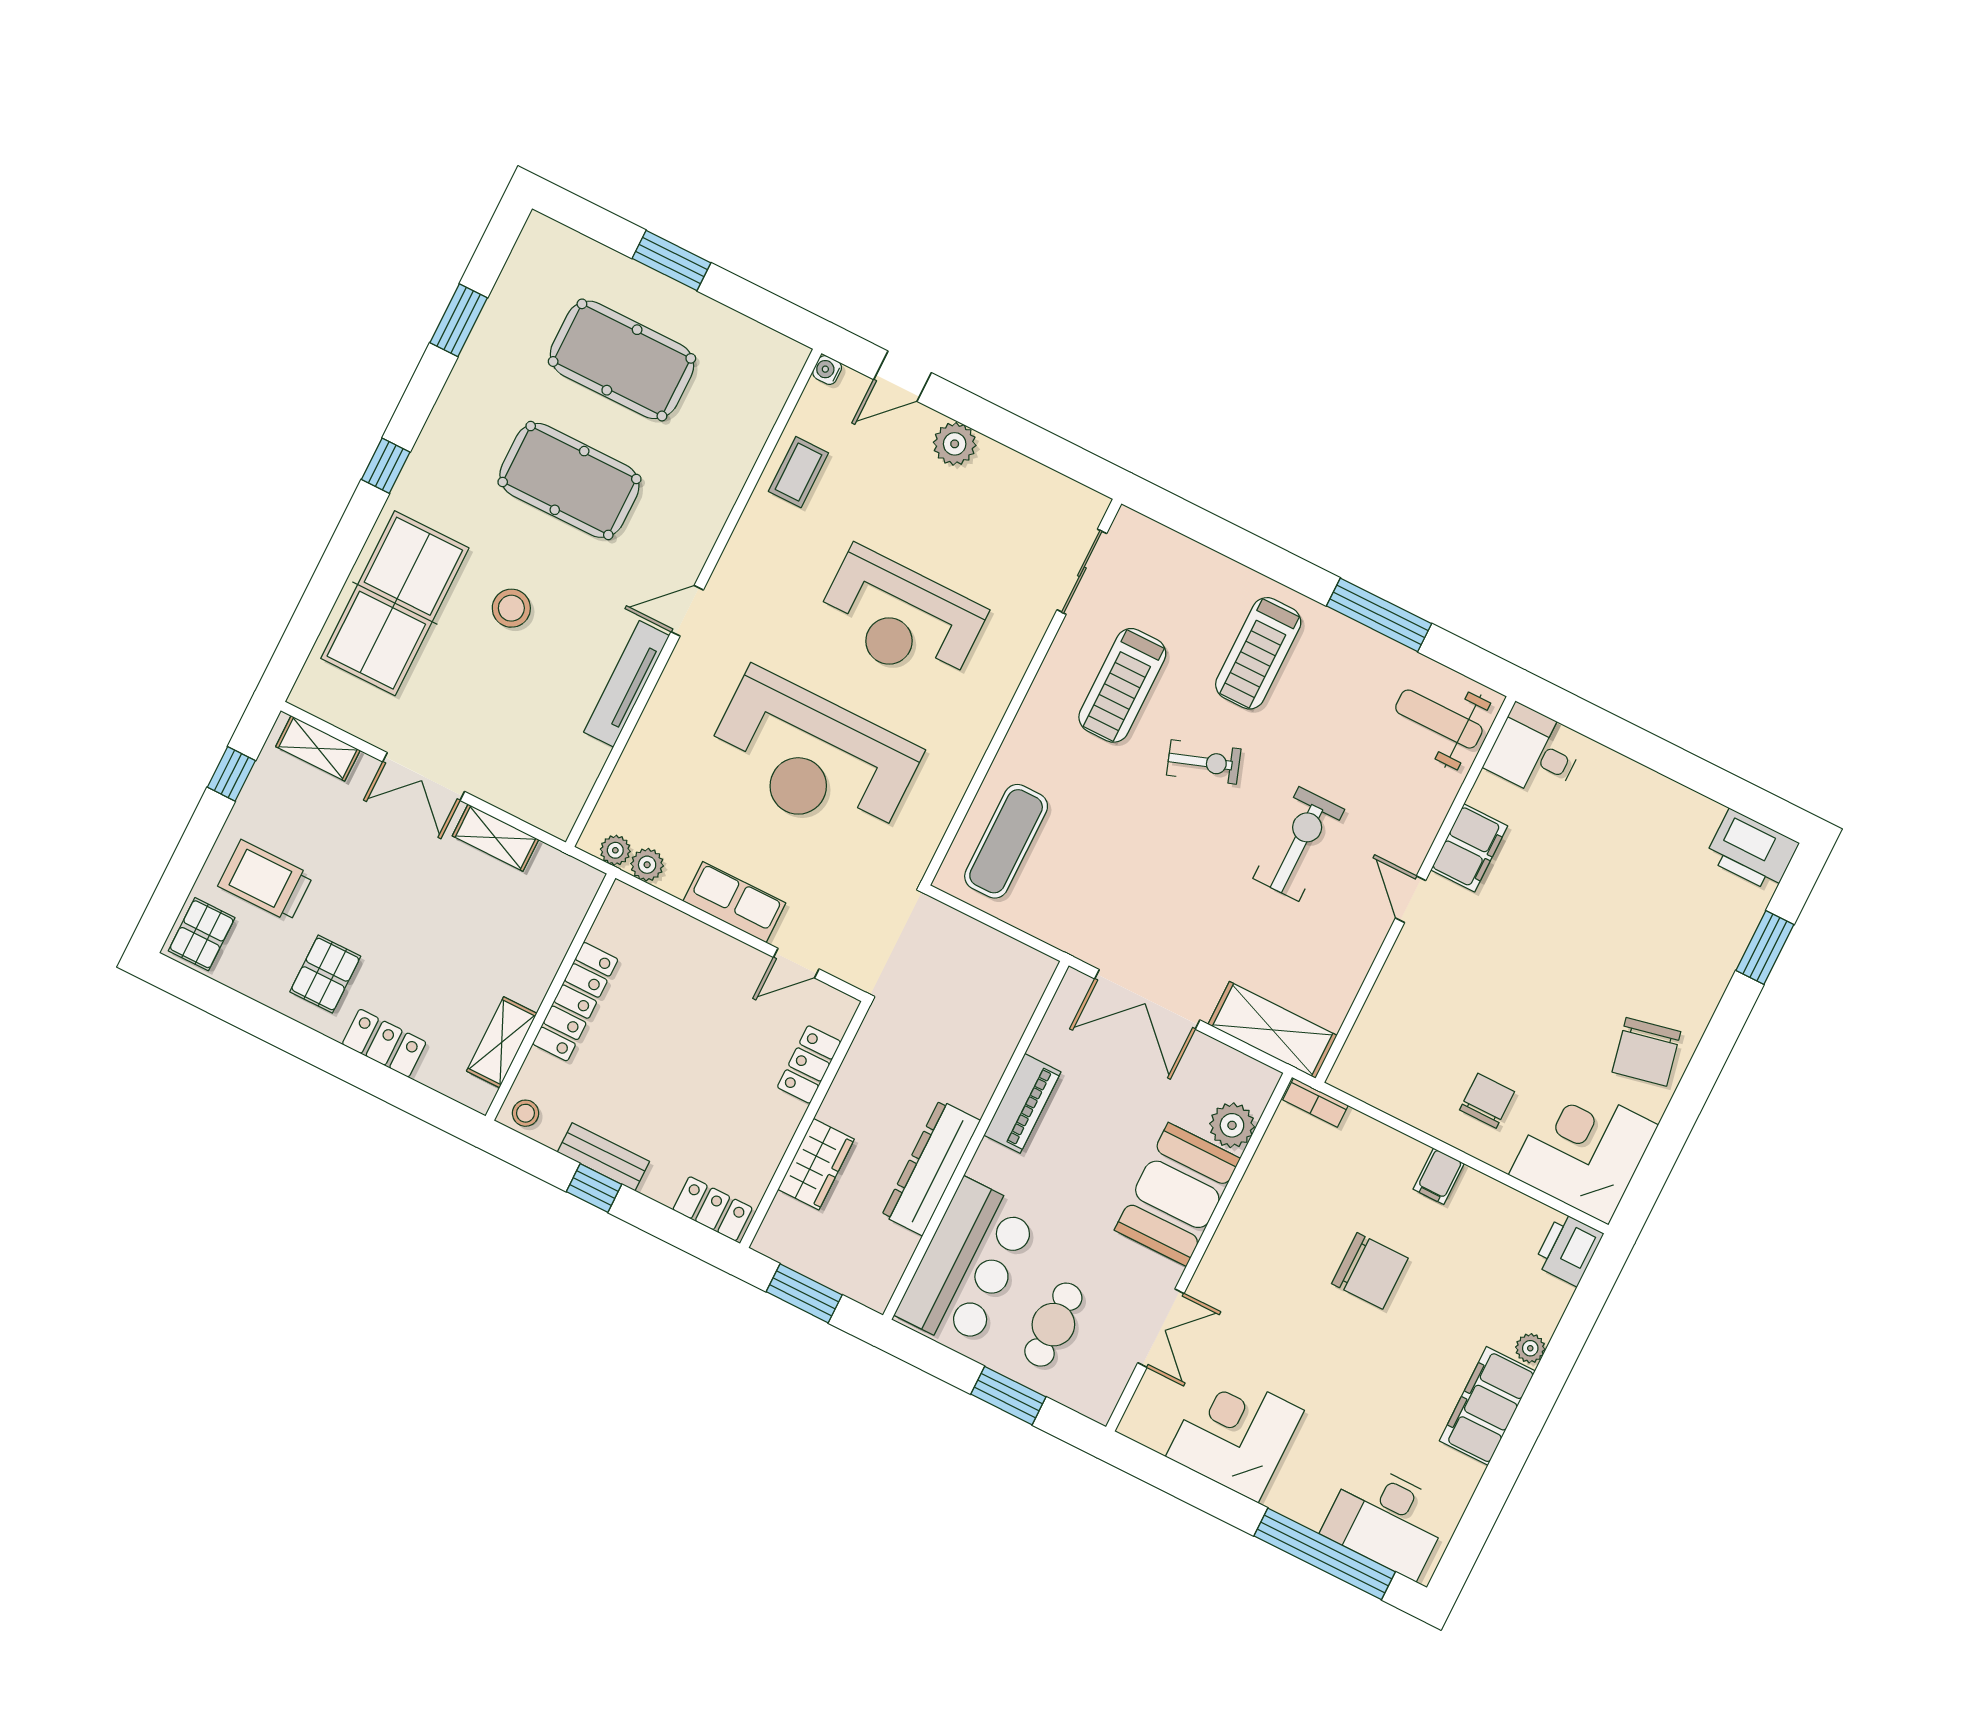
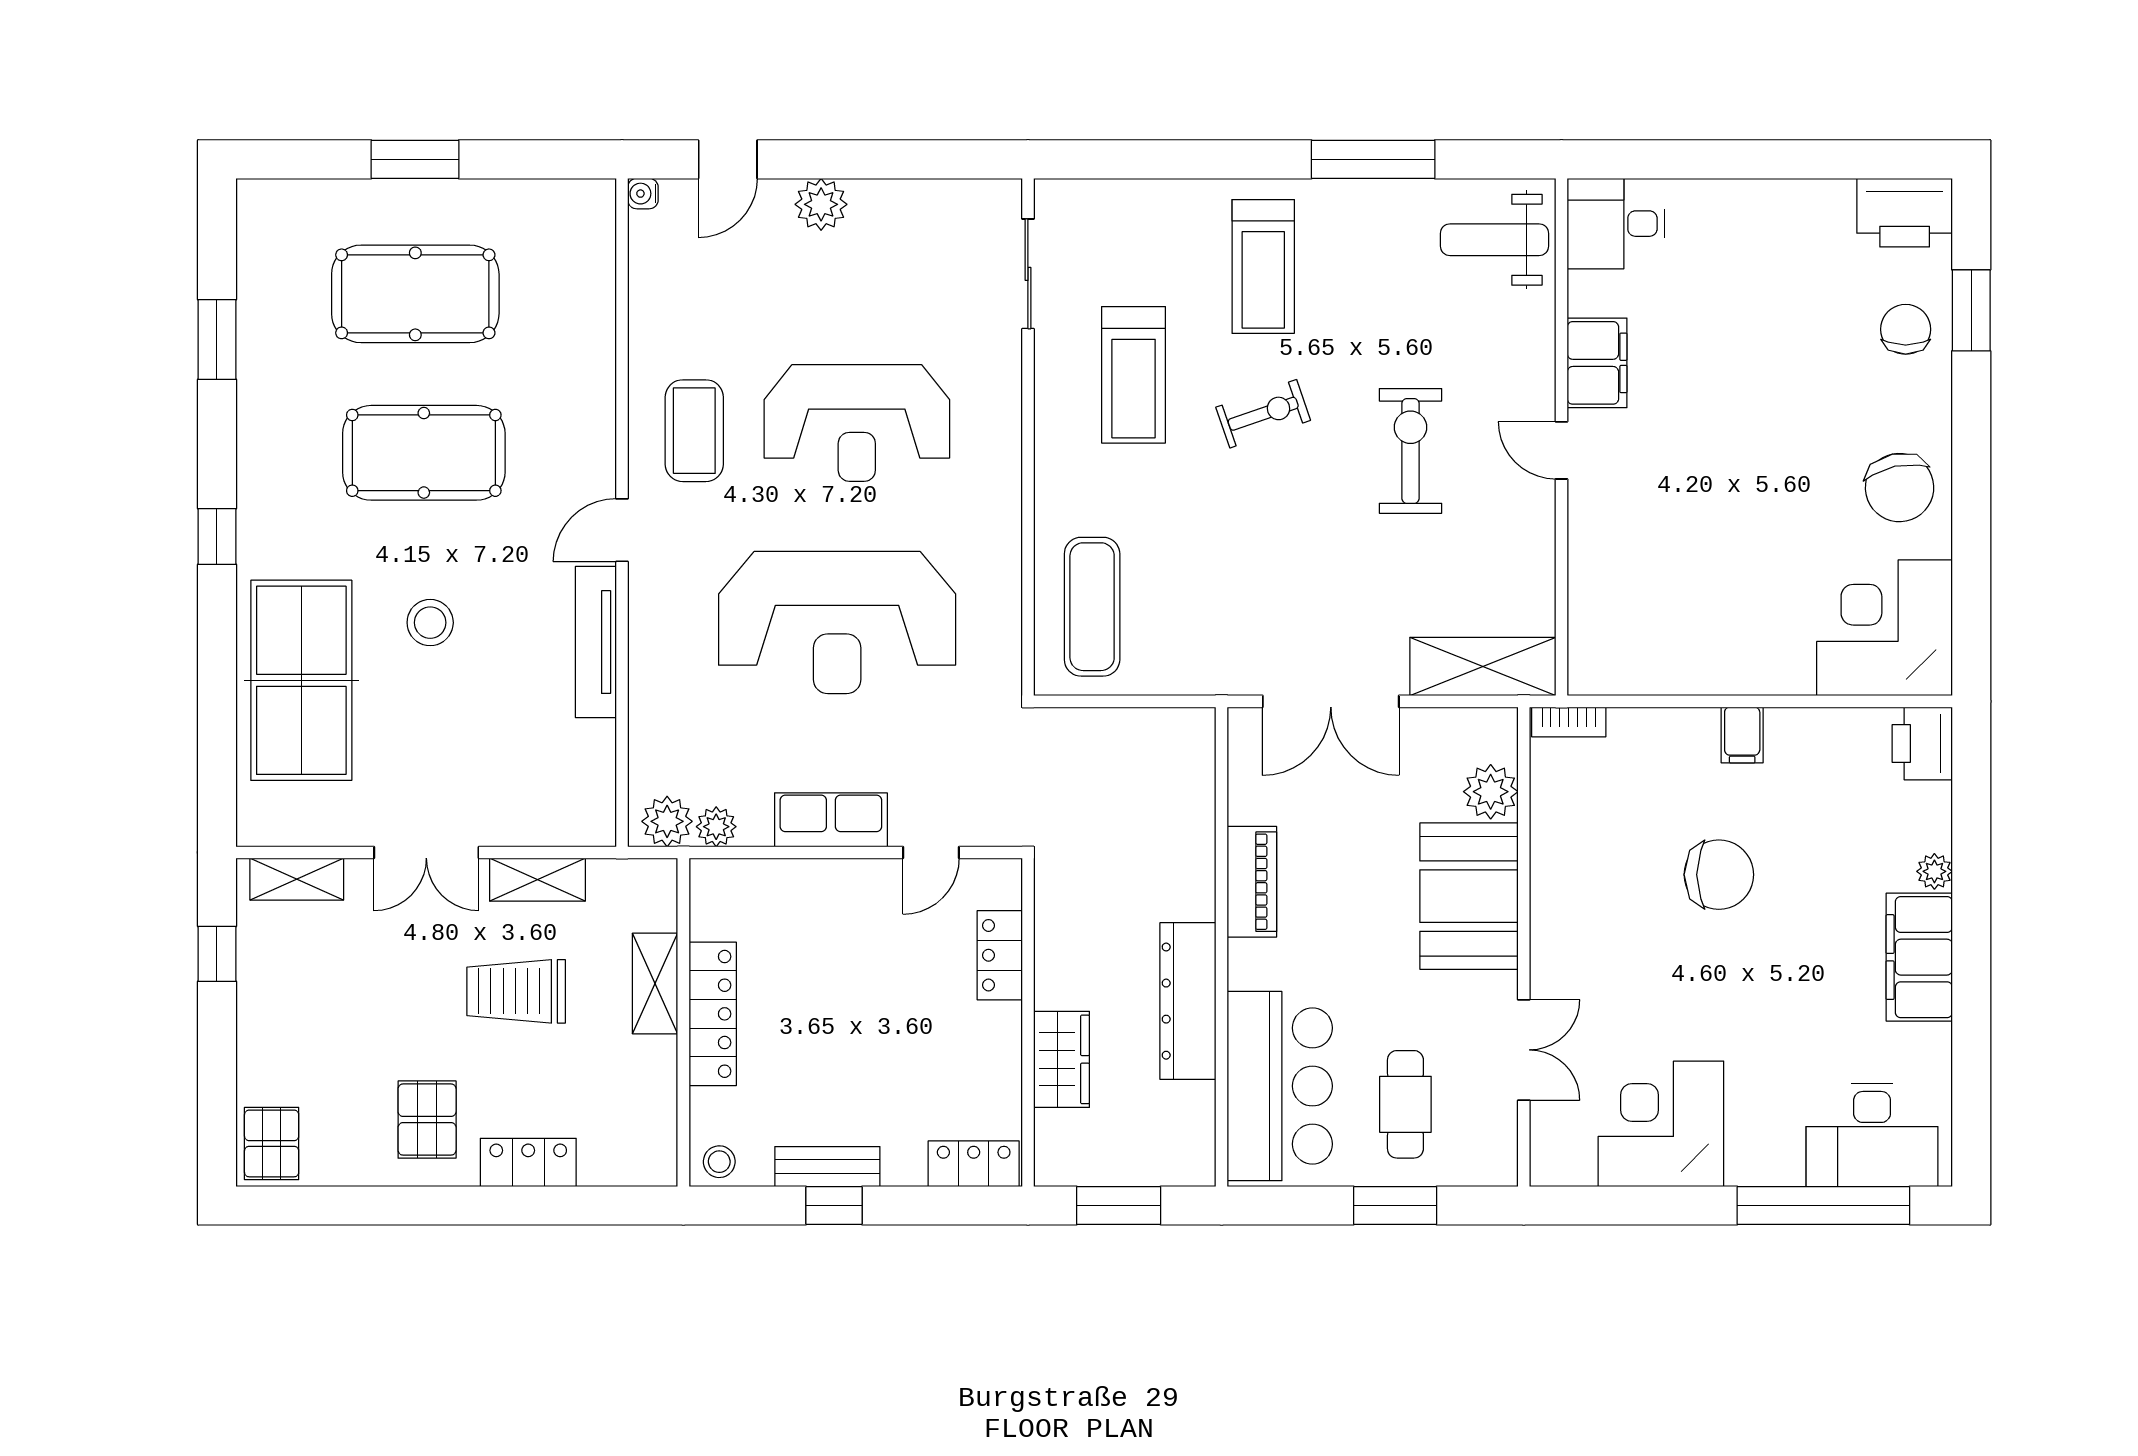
coffee table: (798, 472) -> (694, 431), moved, width x1.36, depth x1.30
plant: (615, 850) -> (667, 821), width x1.38, depth x1.38
trolley: (265, 881) -> (516, 991), moved
shelving: (502, 1042) -> (655, 984), moved
chair: (1487, 1101) -> (1906, 329), moved

